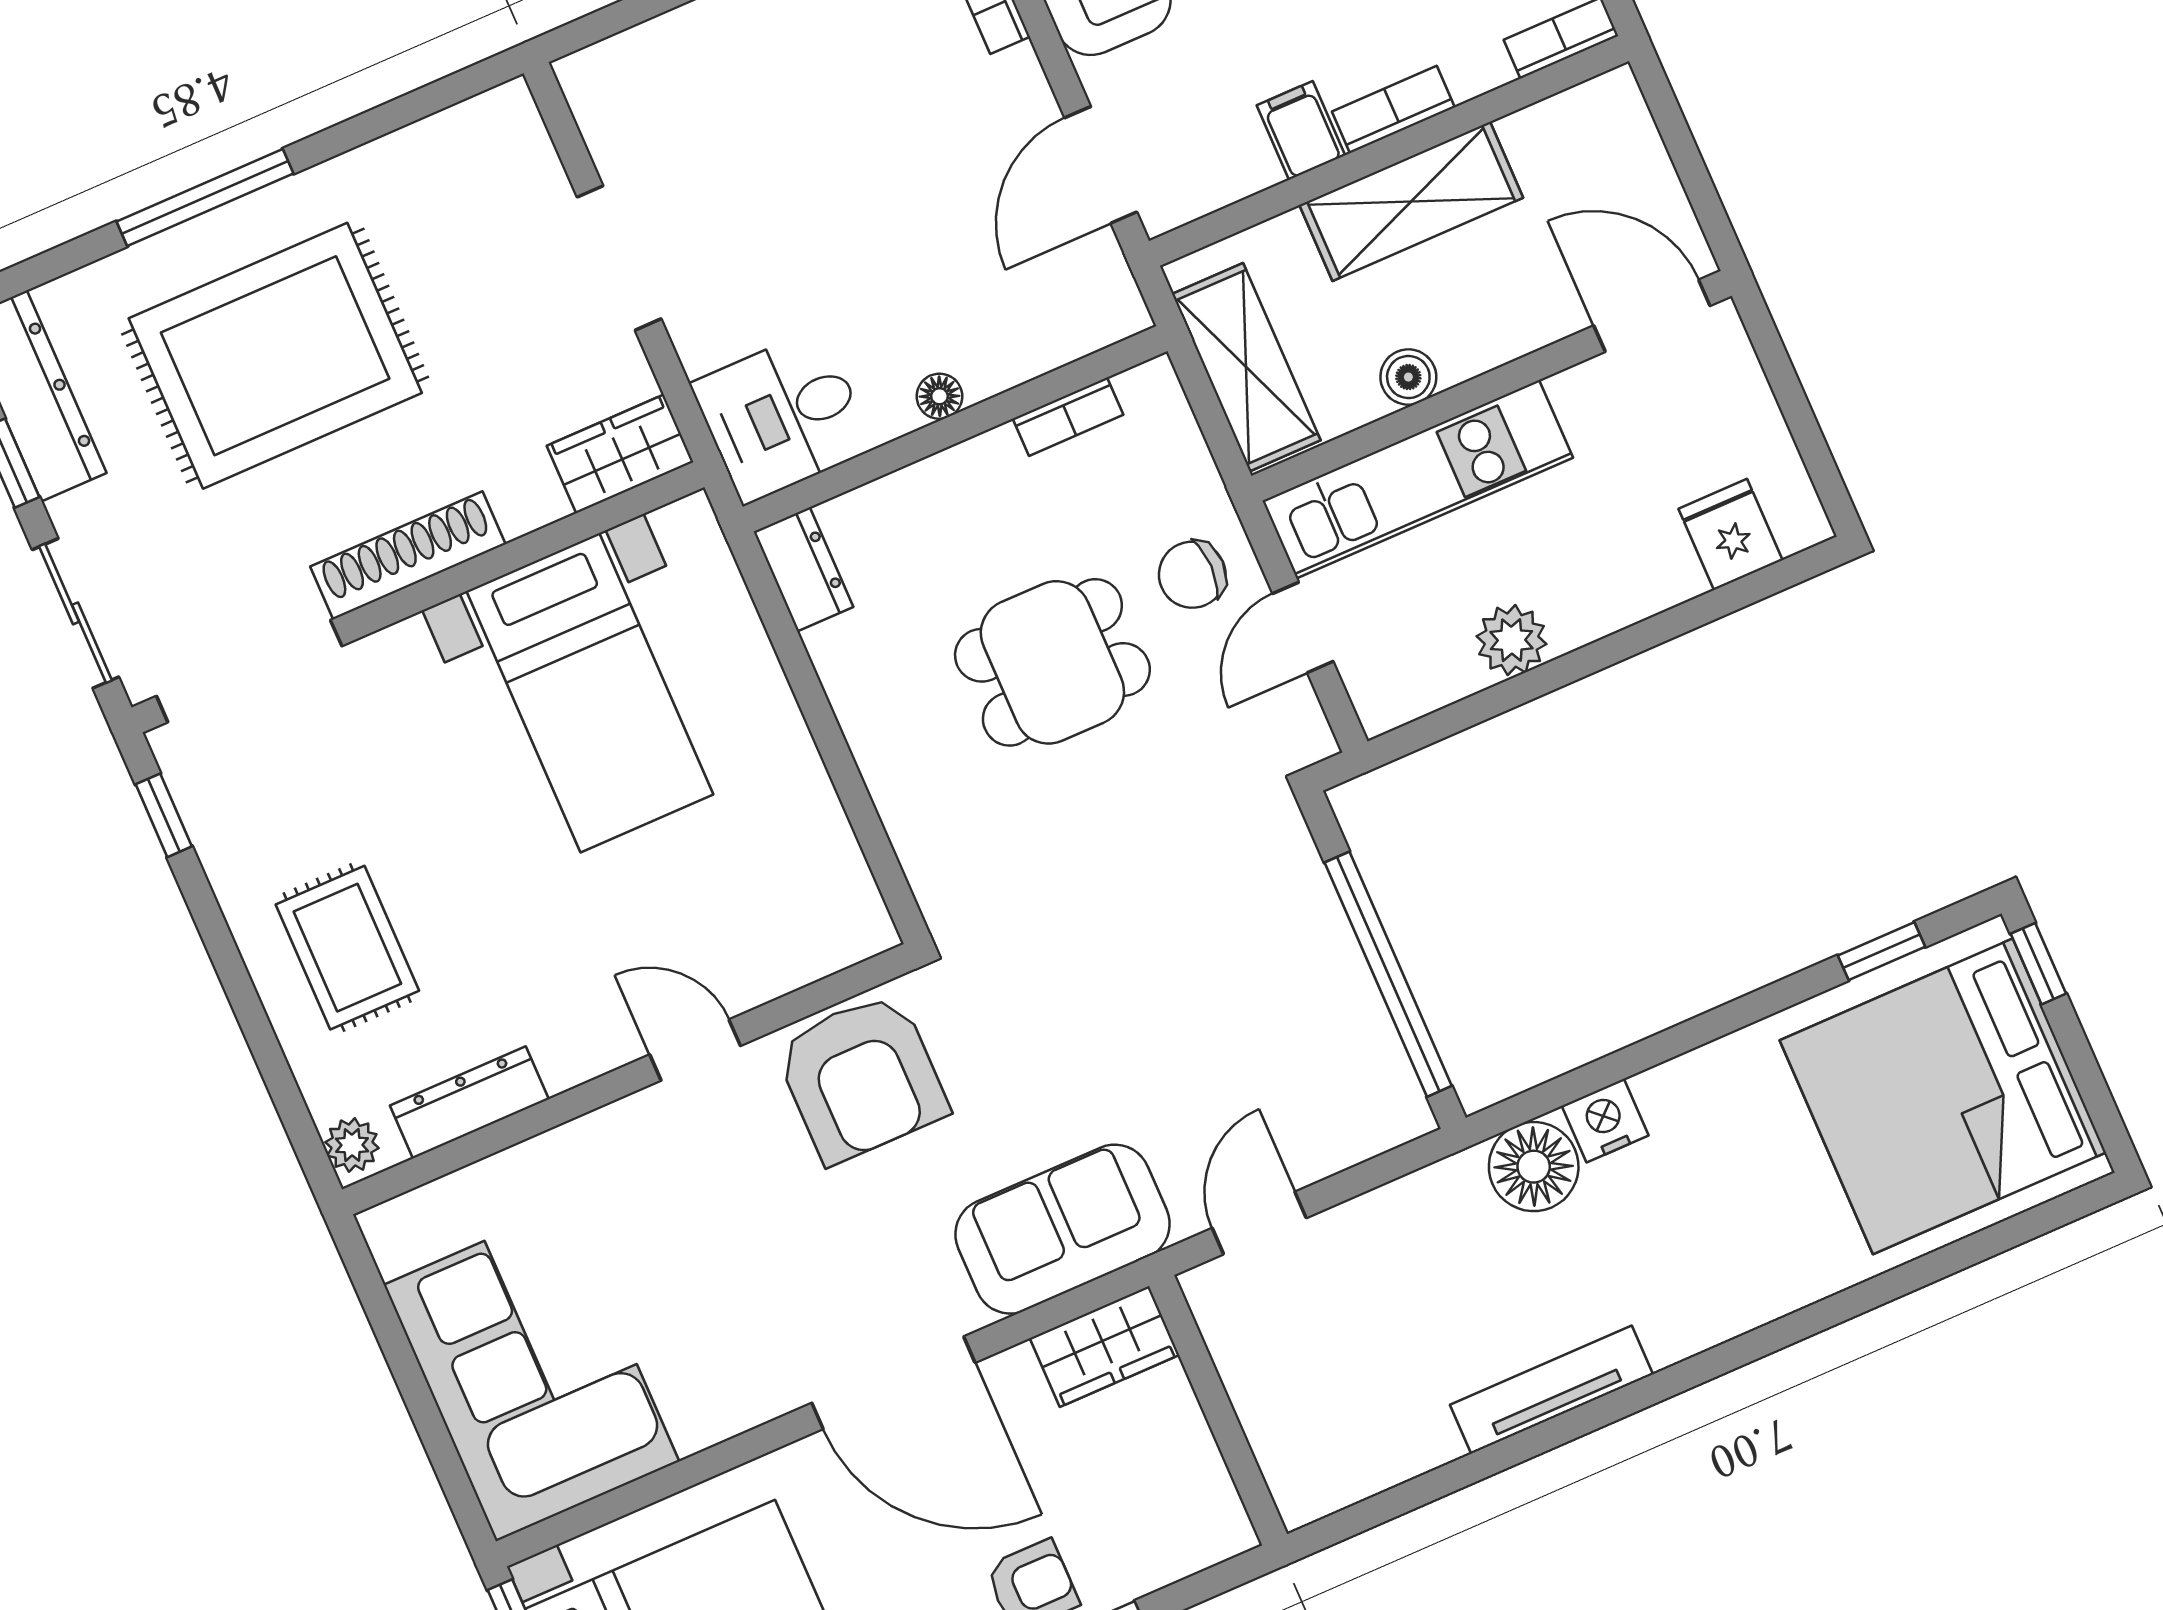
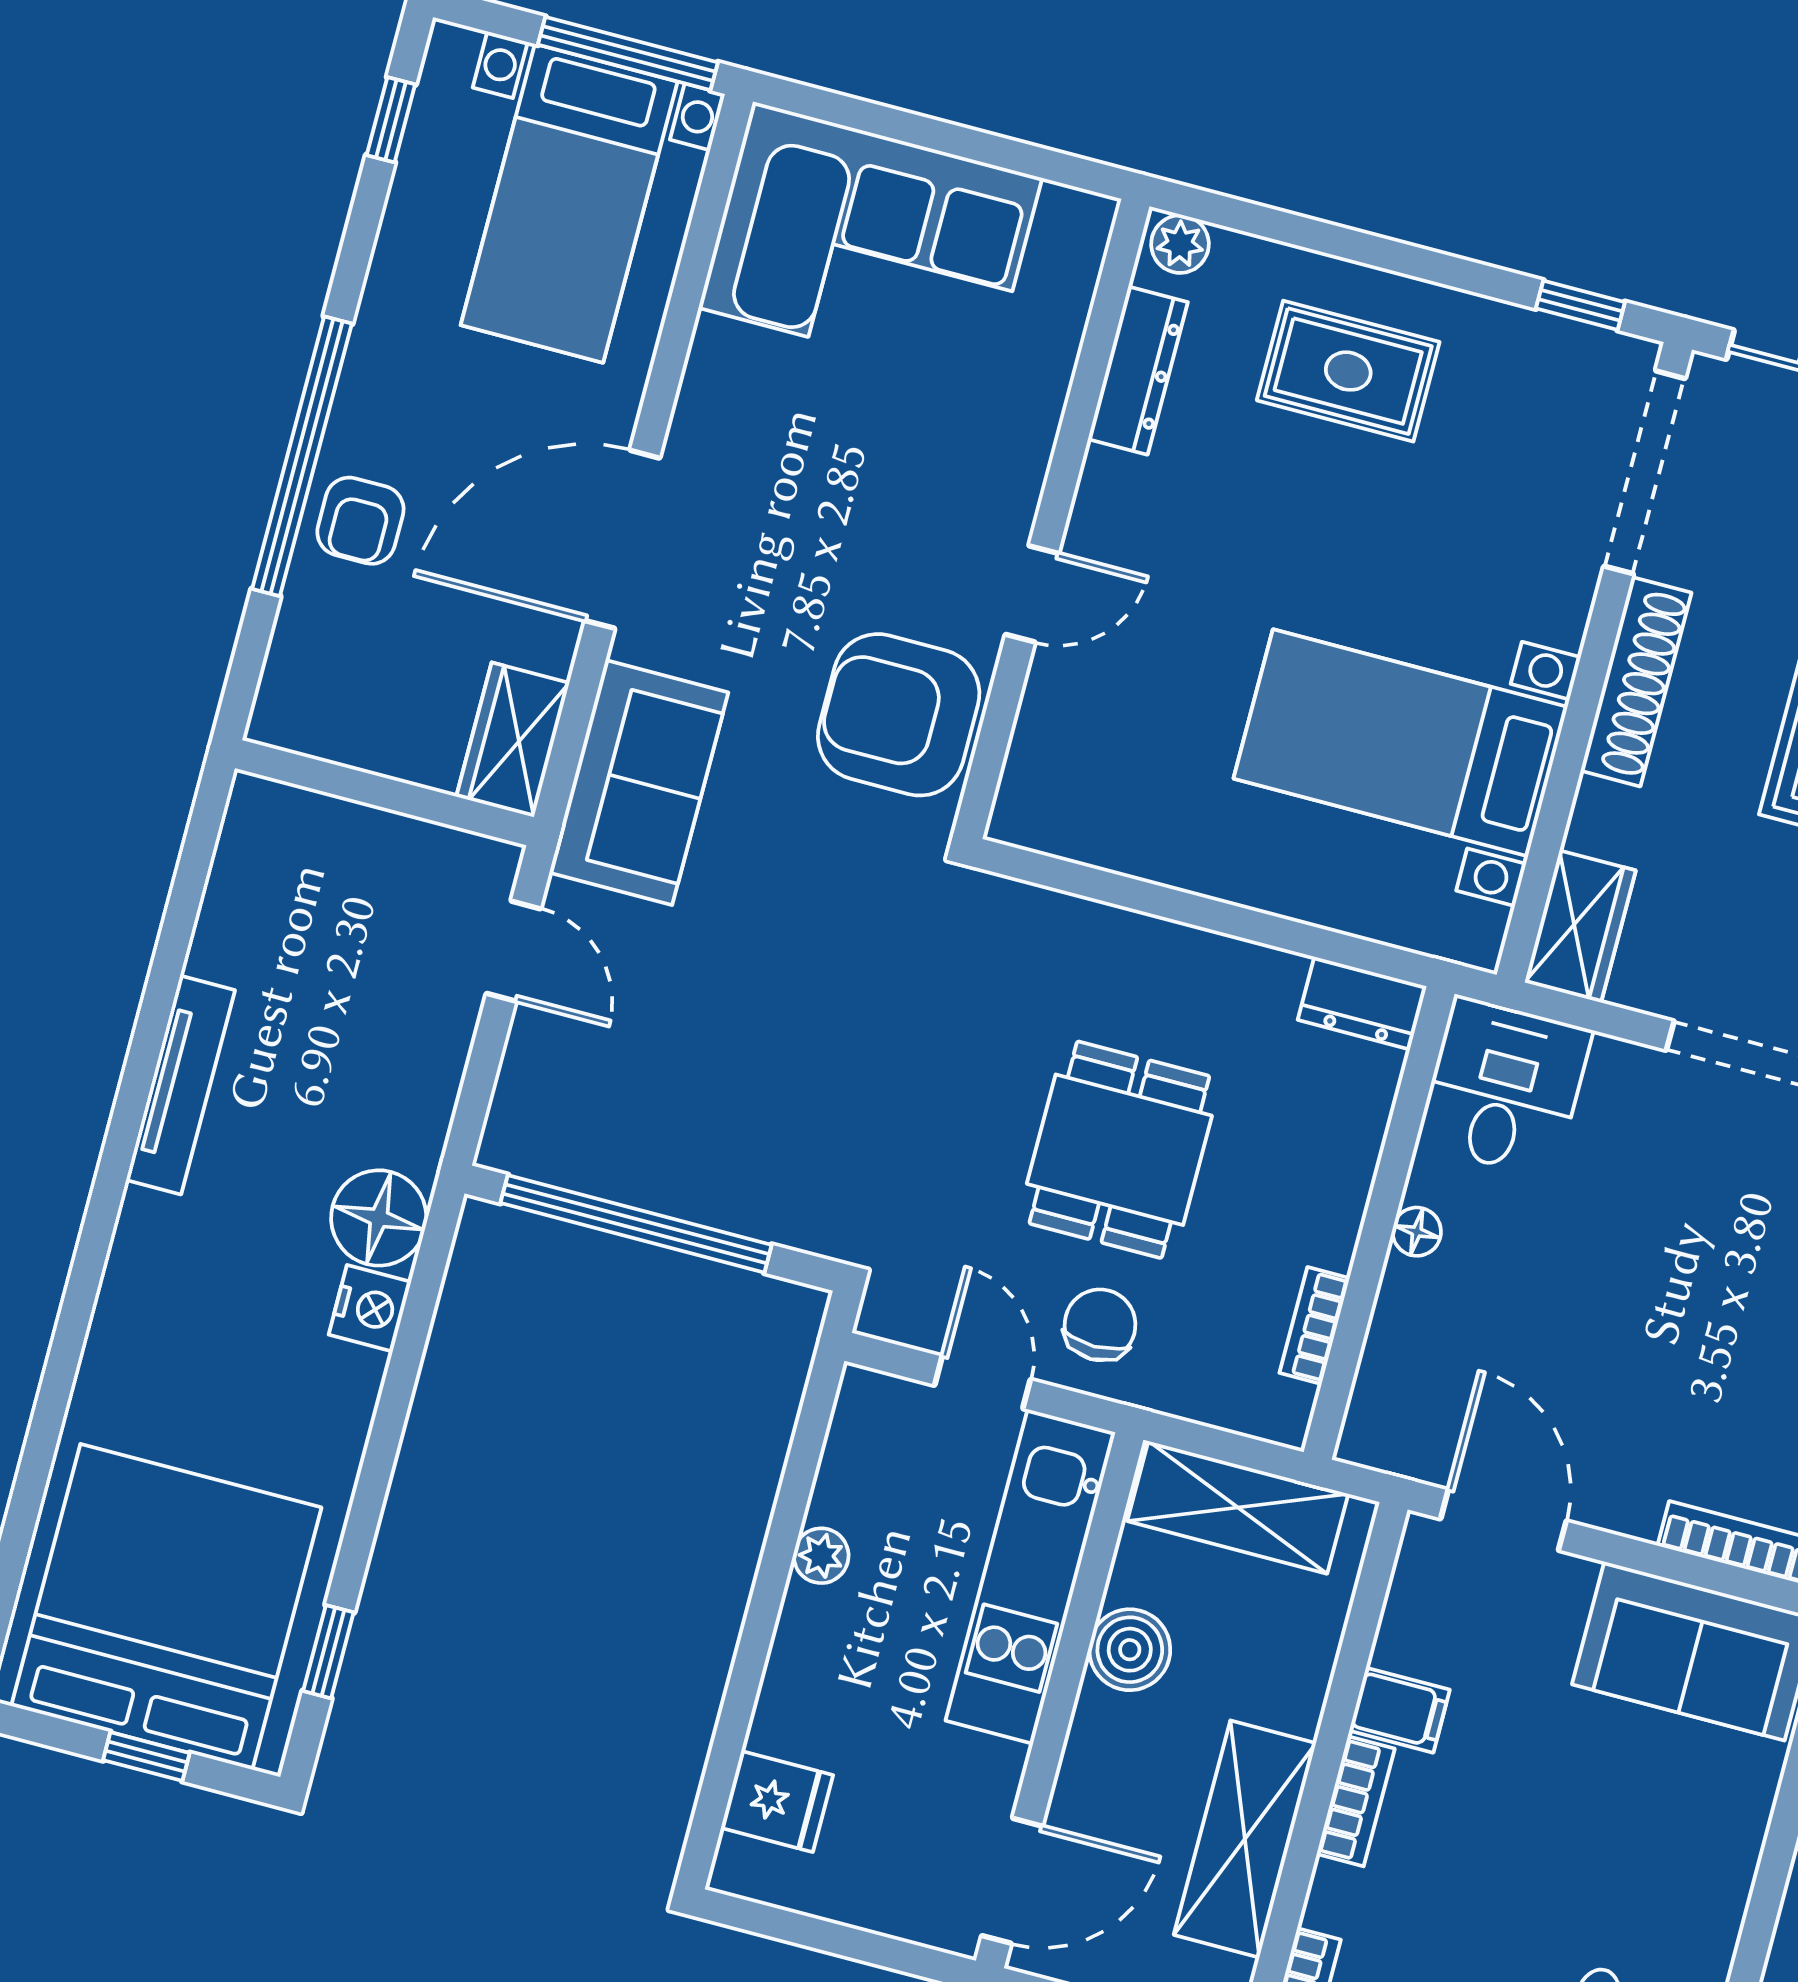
shelving: (1411, 201) -> (1245, 1839), moved
boiler: (1408, 377) -> (1130, 1650), width x1.36, depth x1.36
plant: (1512, 640) -> (821, 1556), width x0.73, depth x0.73
window: (2038, 964) -> (146, 1757), moved

